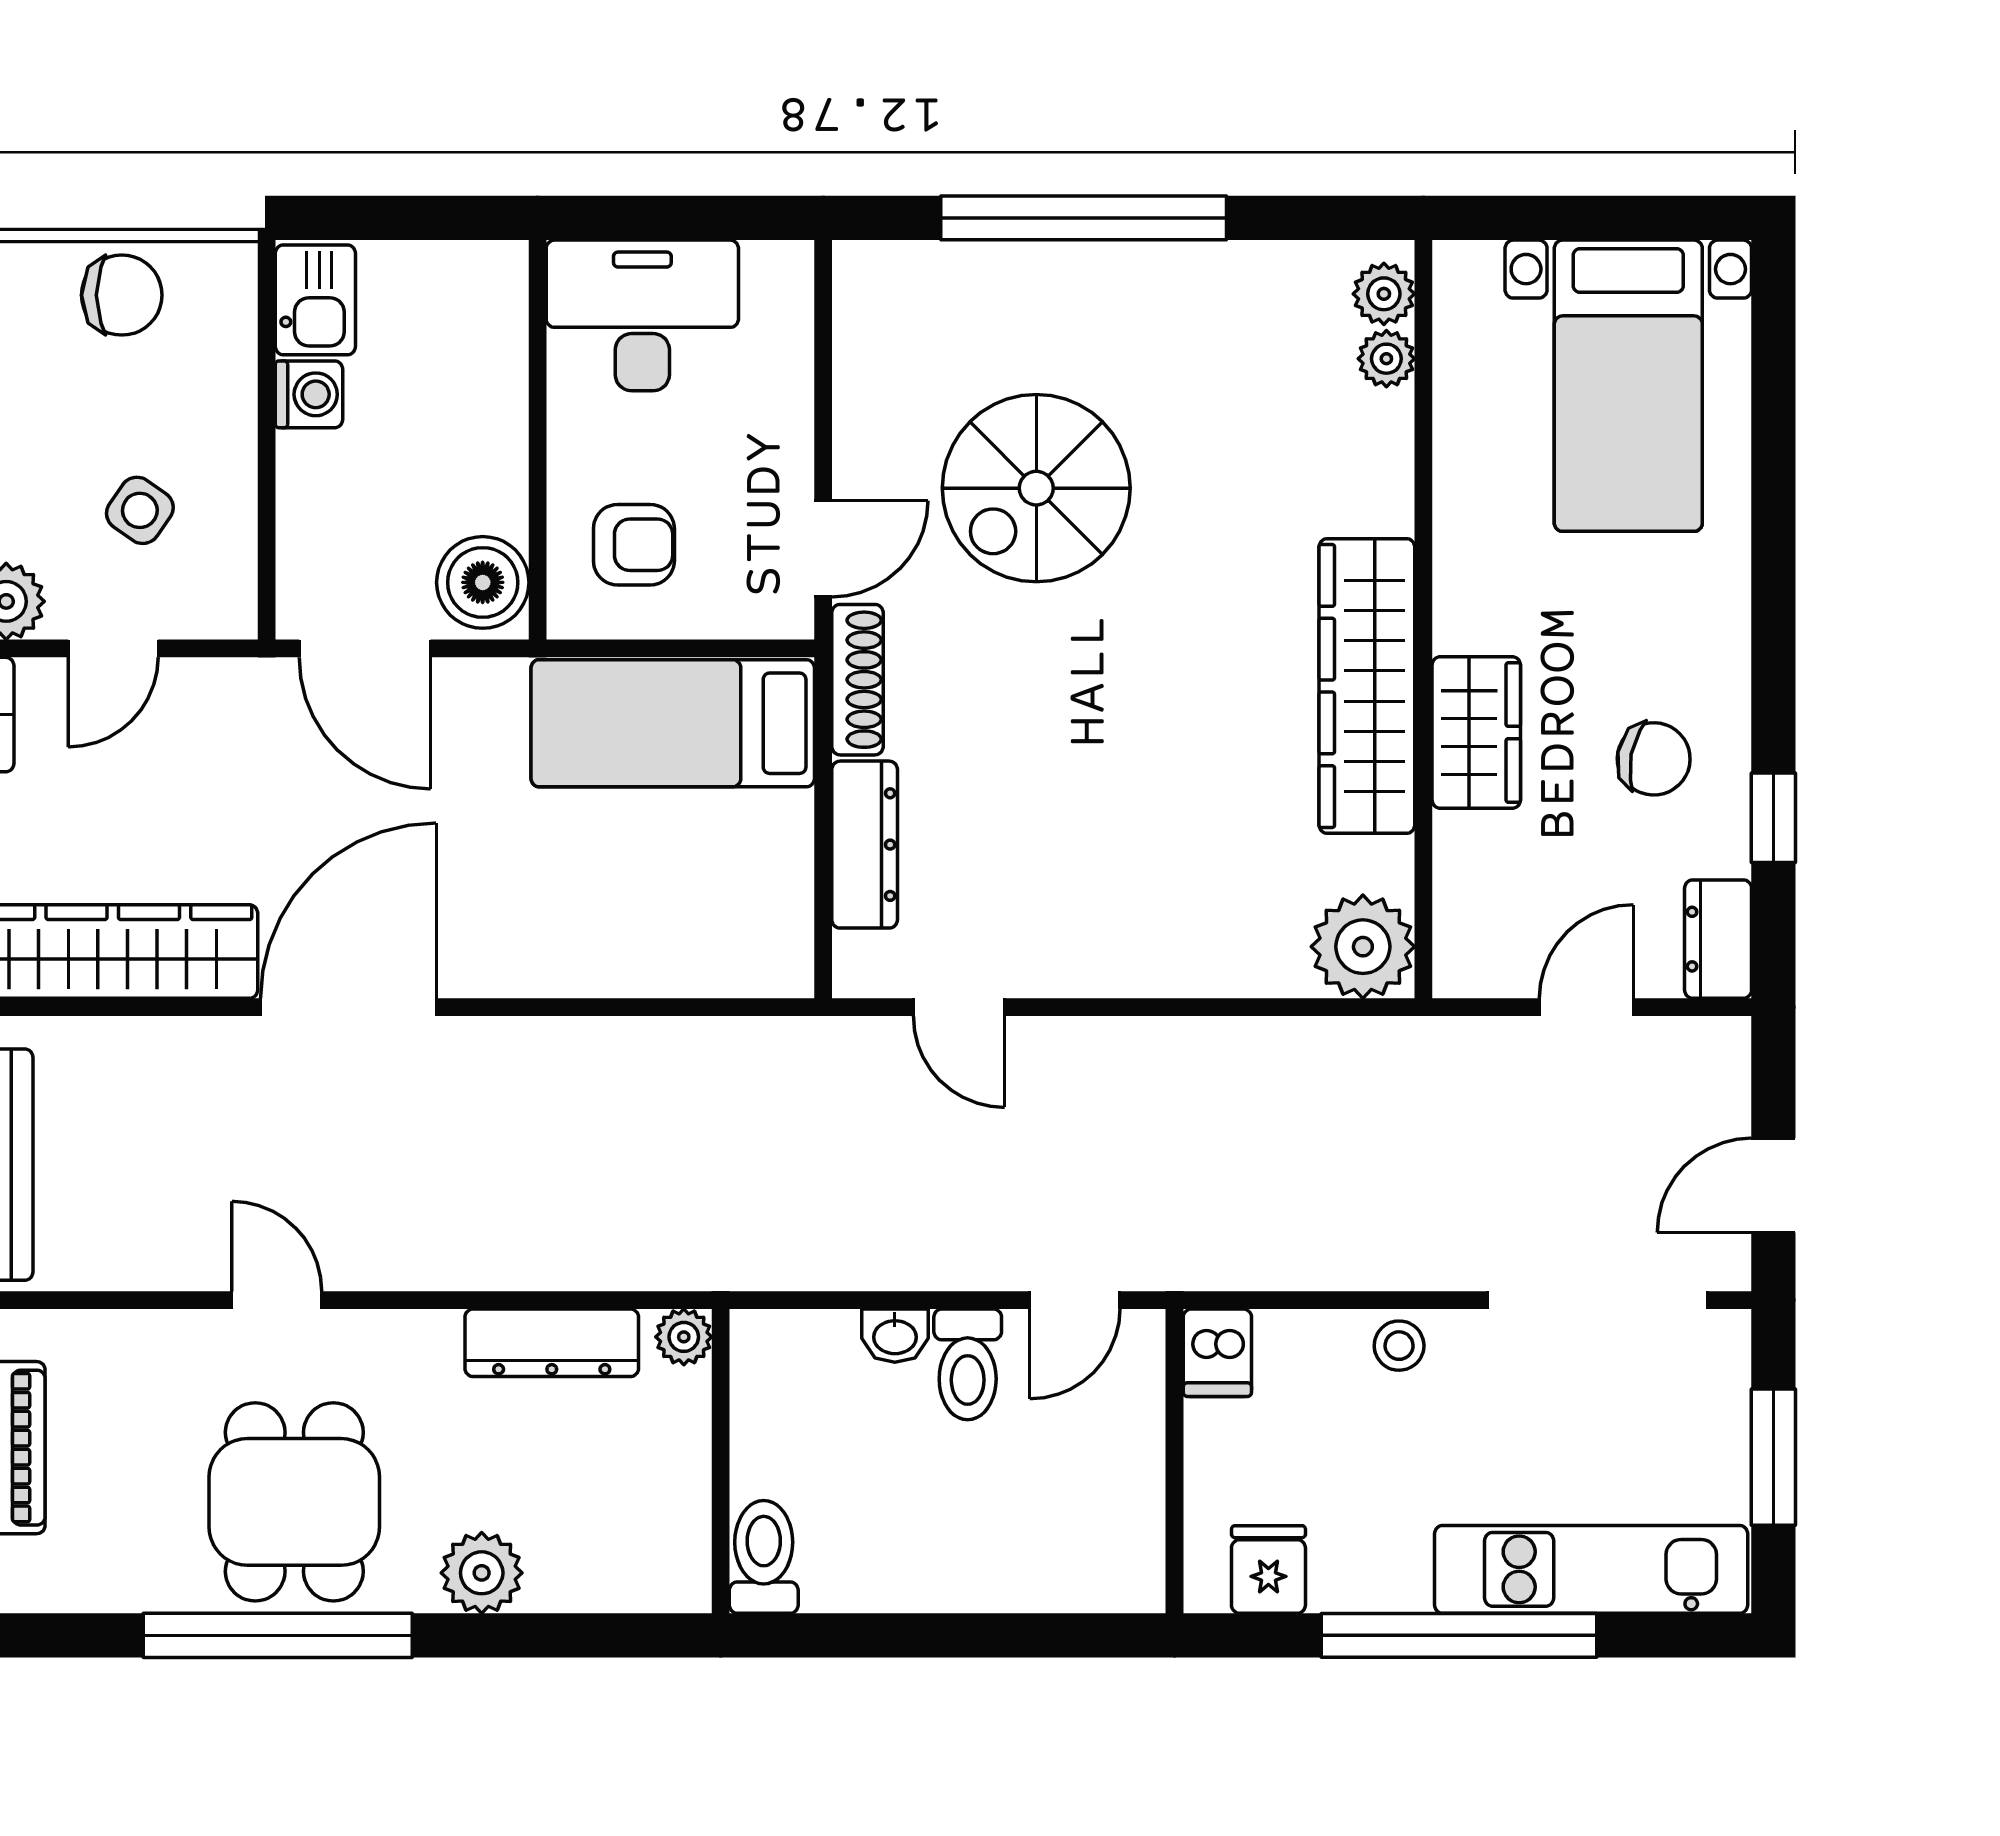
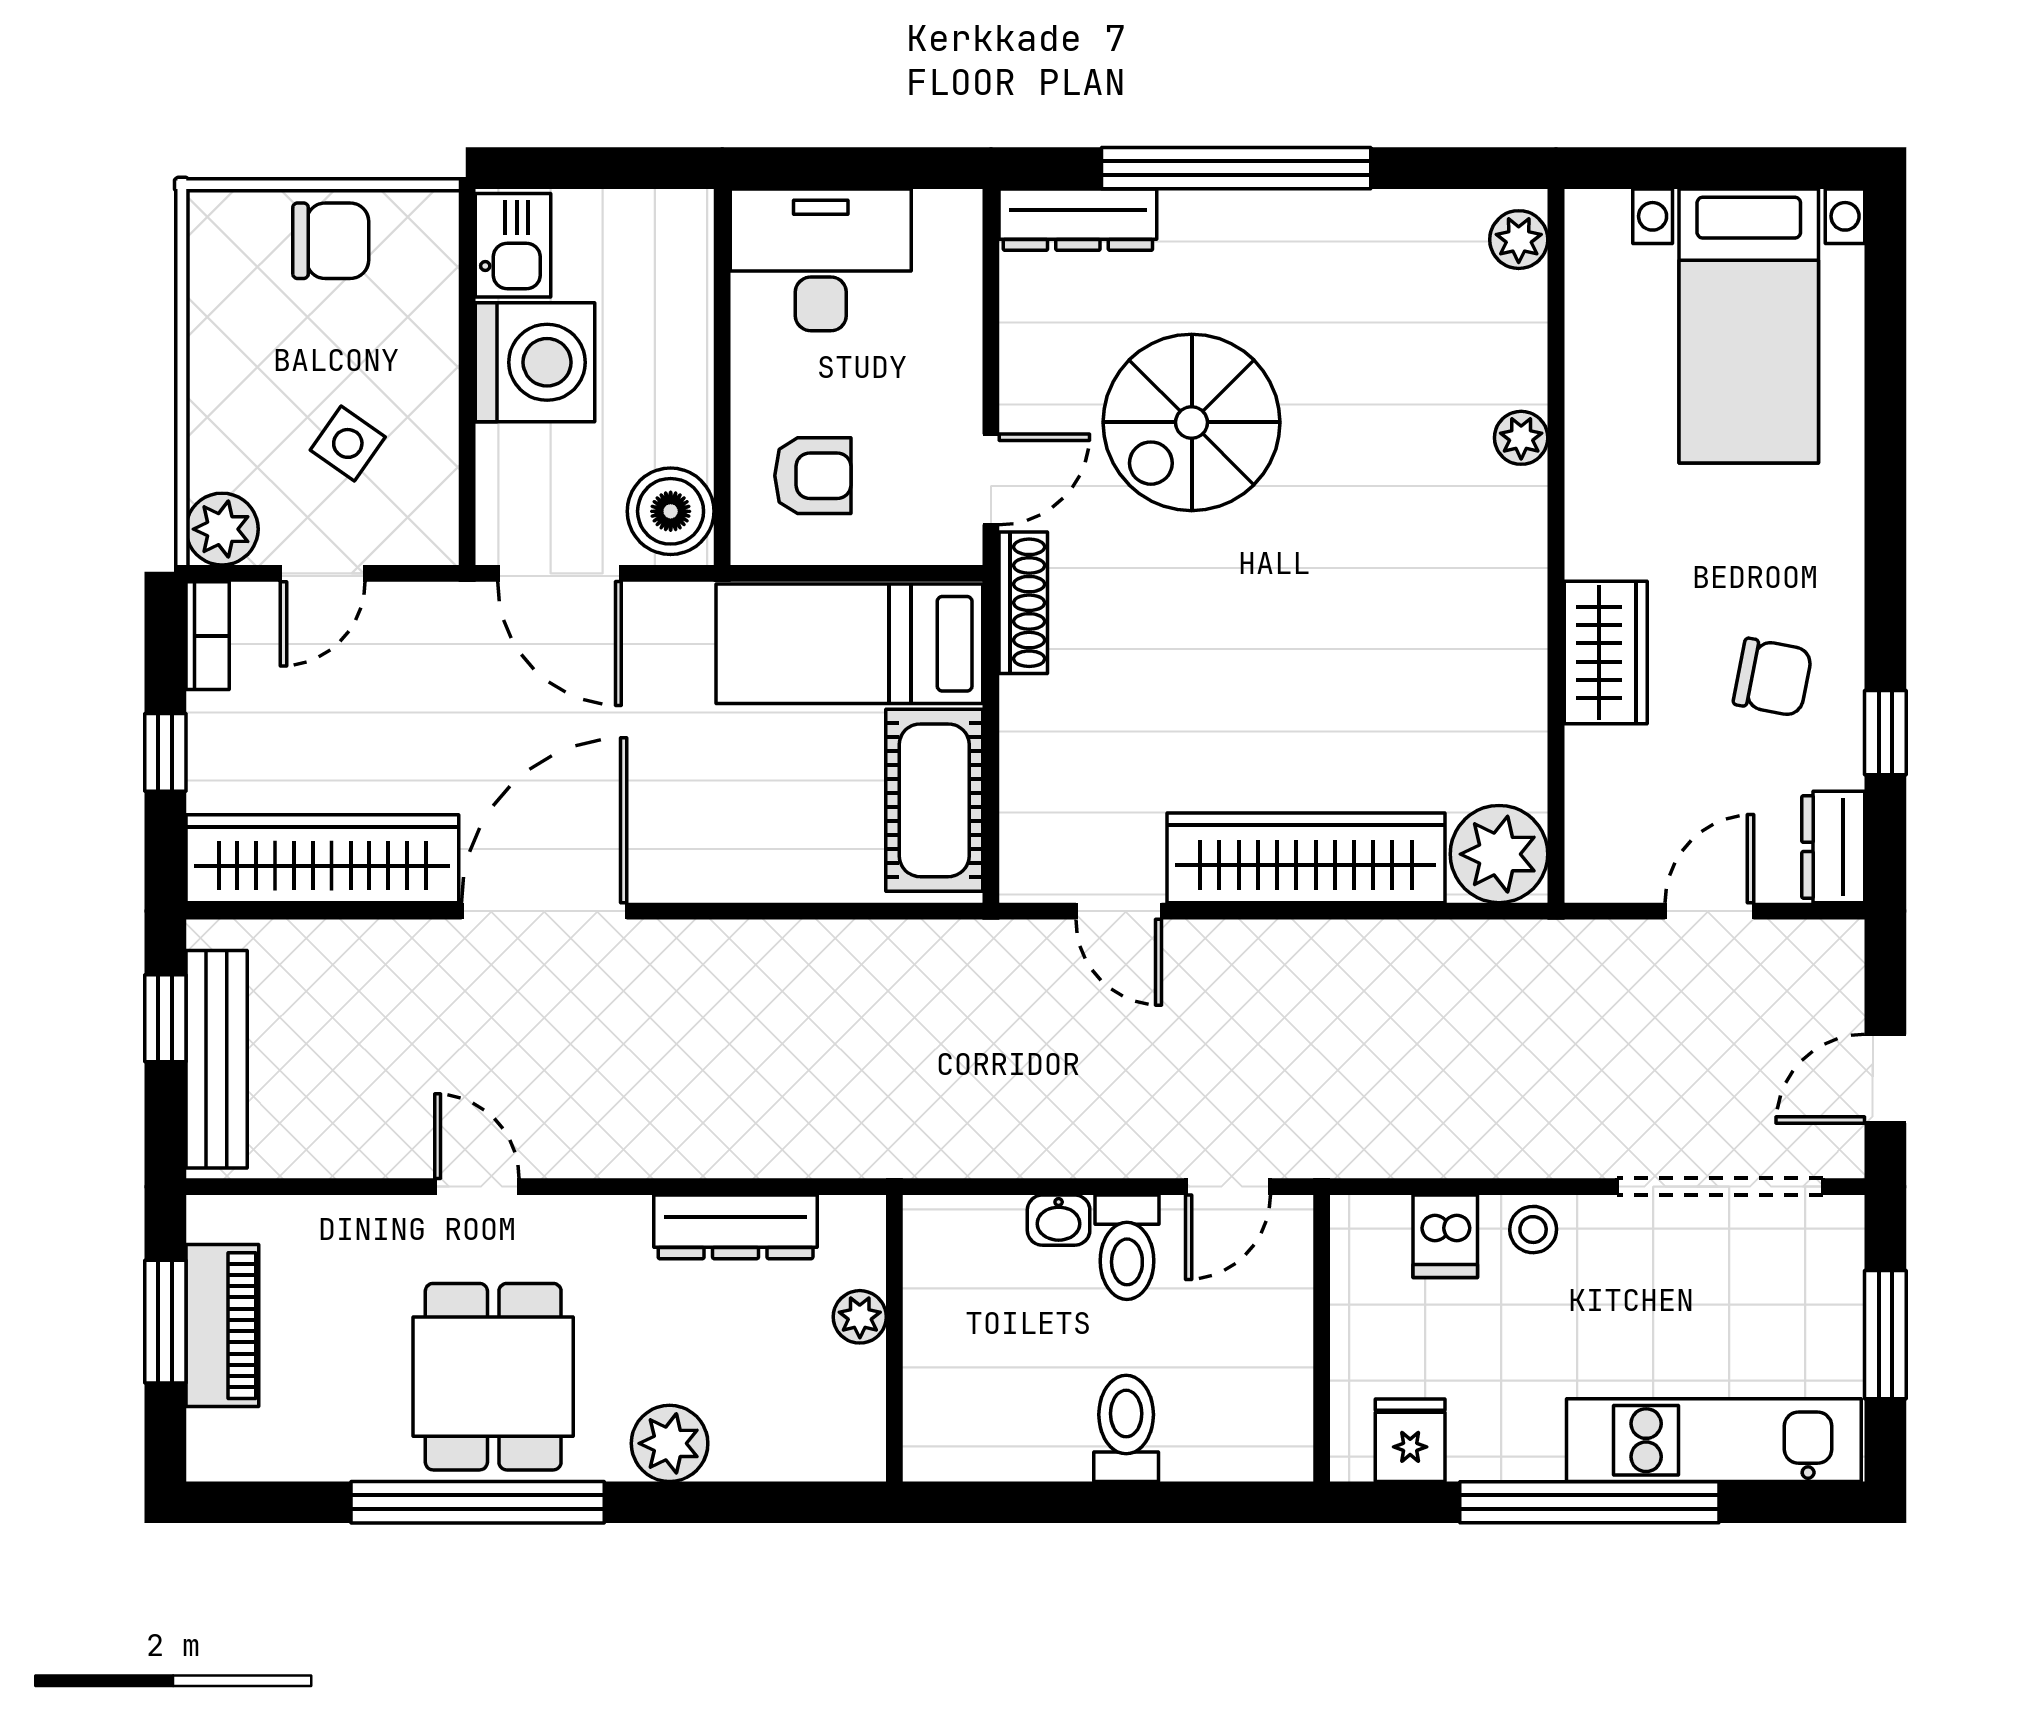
plant: (1386, 359) -> (1521, 438), moved
washing machine: (309, 394) -> (535, 362), width x1.89, depth x1.89
wardrobe: (1367, 686) -> (1306, 858), moved, turned 90
dresser: (865, 845) -> (1078, 220), moved, turned 90
cot: (763, 890) -> (934, 800), added
plant: (684, 1337) -> (860, 1317), moved
dishwasher: (1217, 1353) -> (1445, 1236), moved
toilet: (764, 1557) -> (1126, 1428), moved

